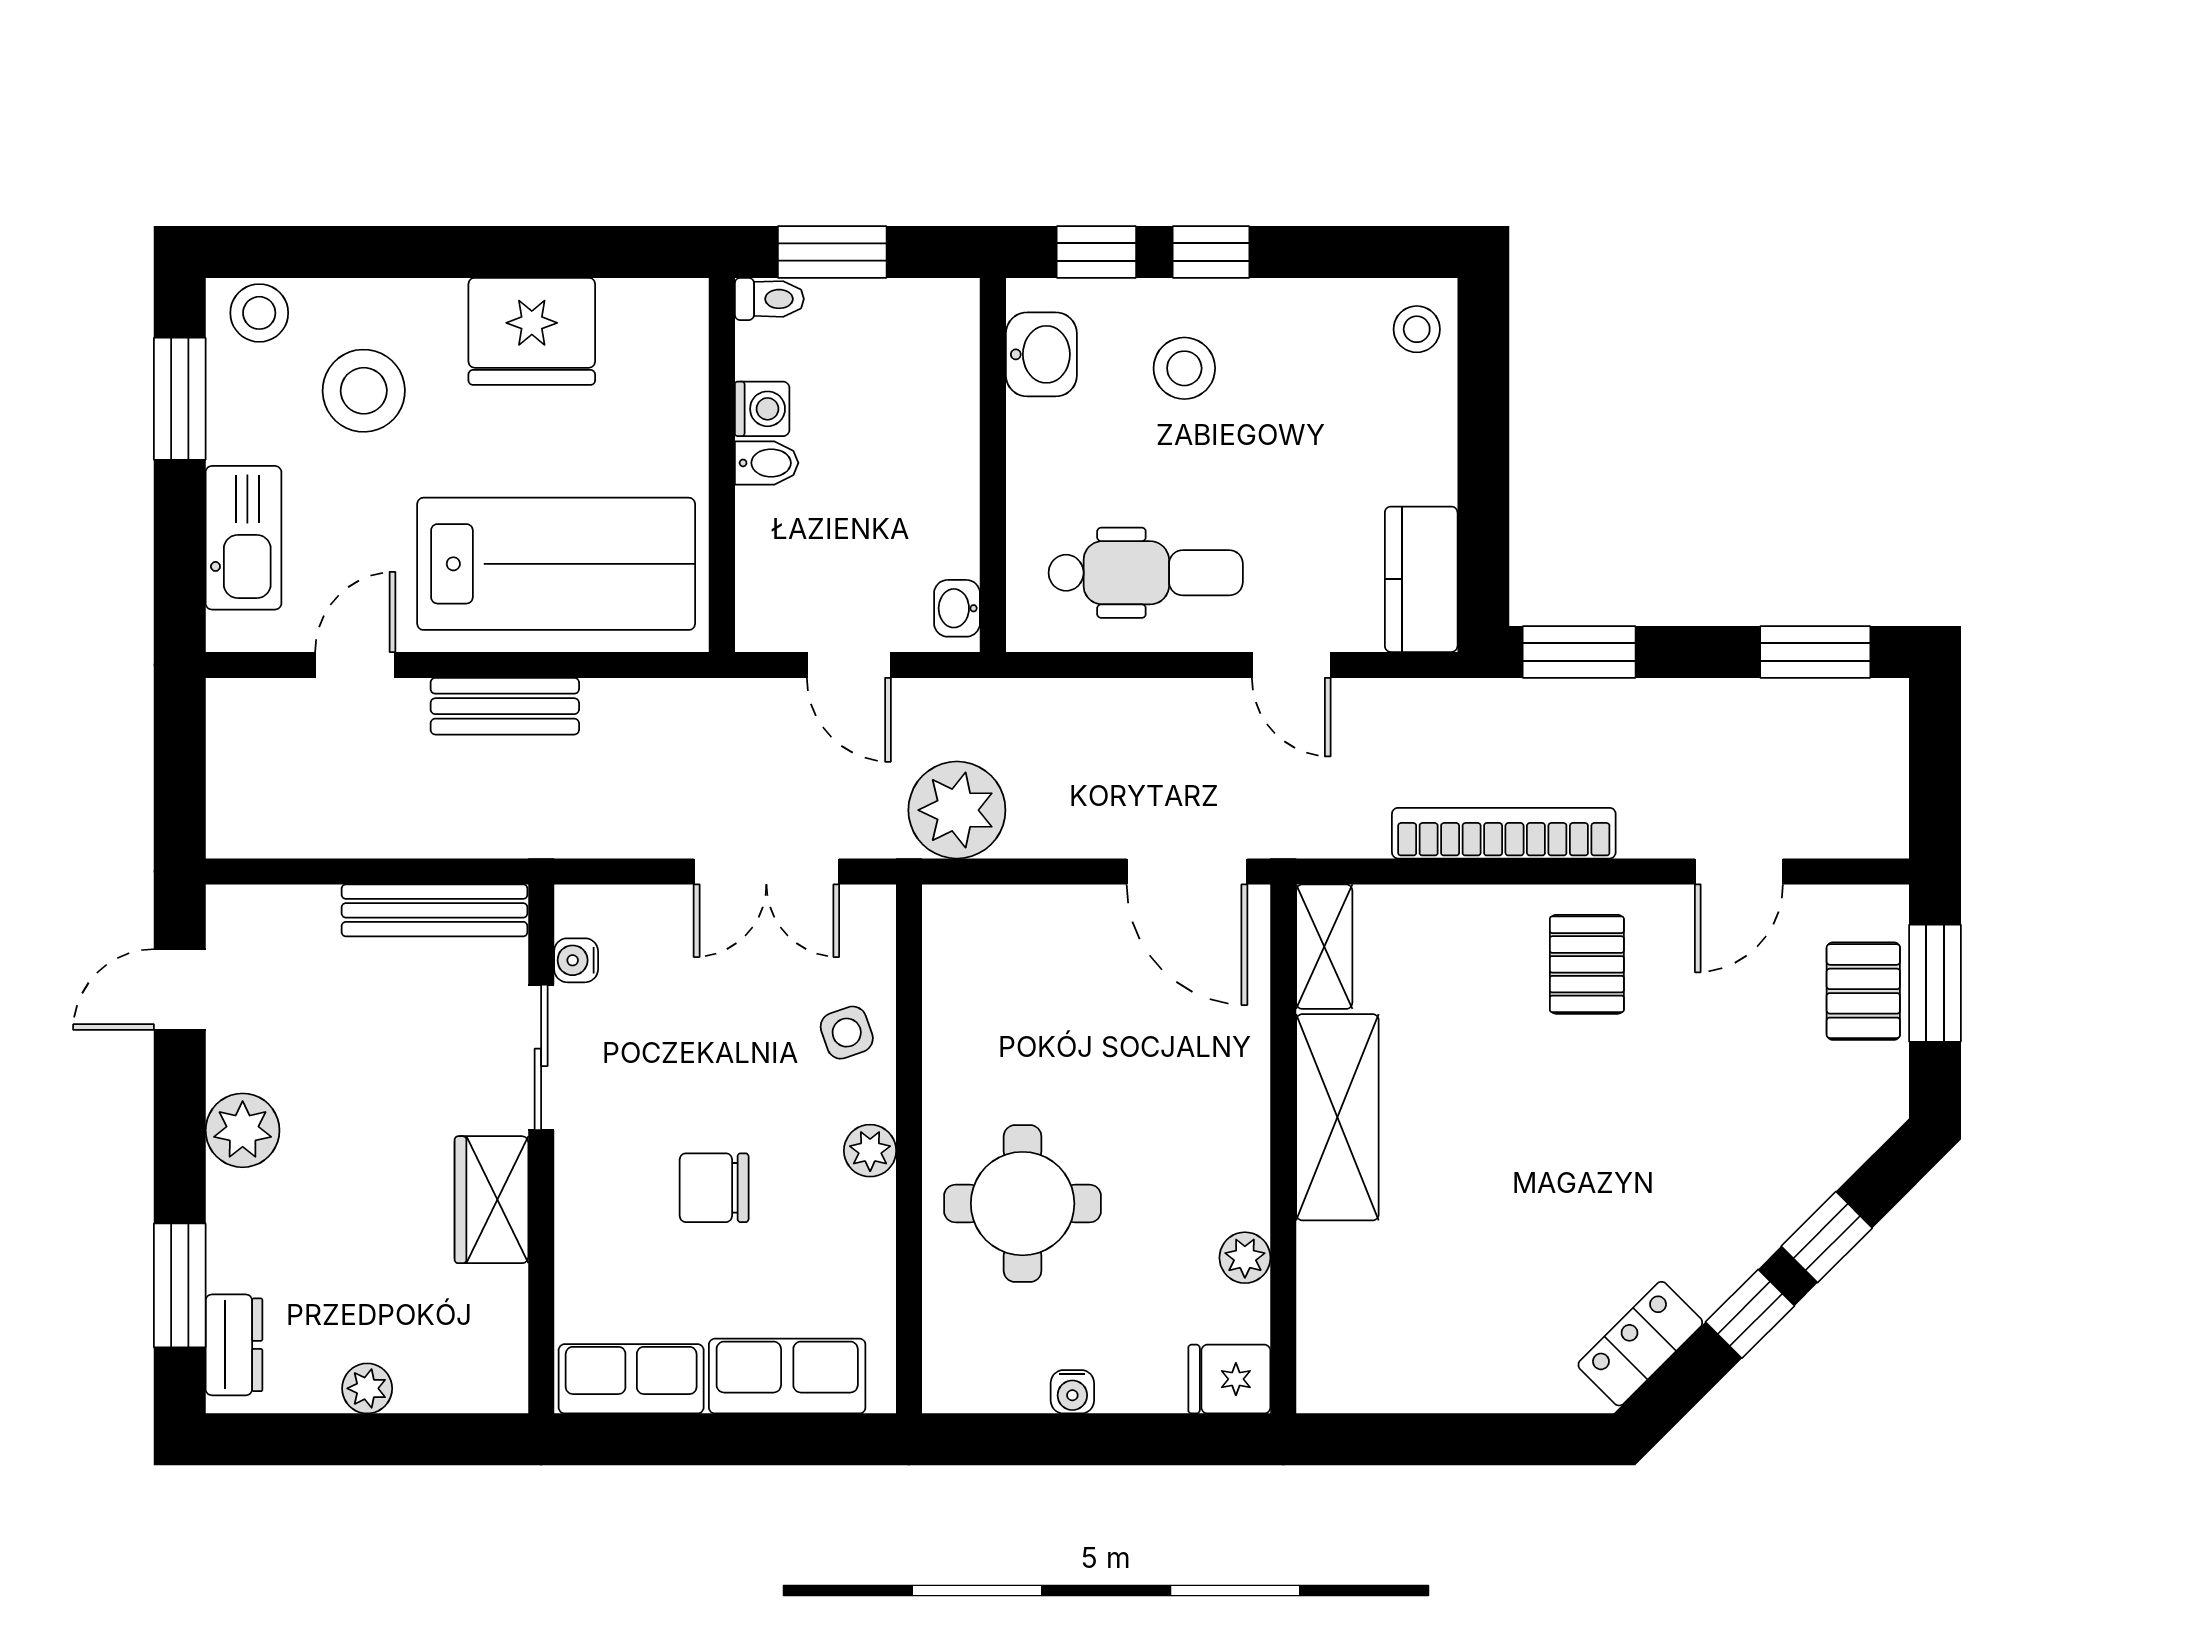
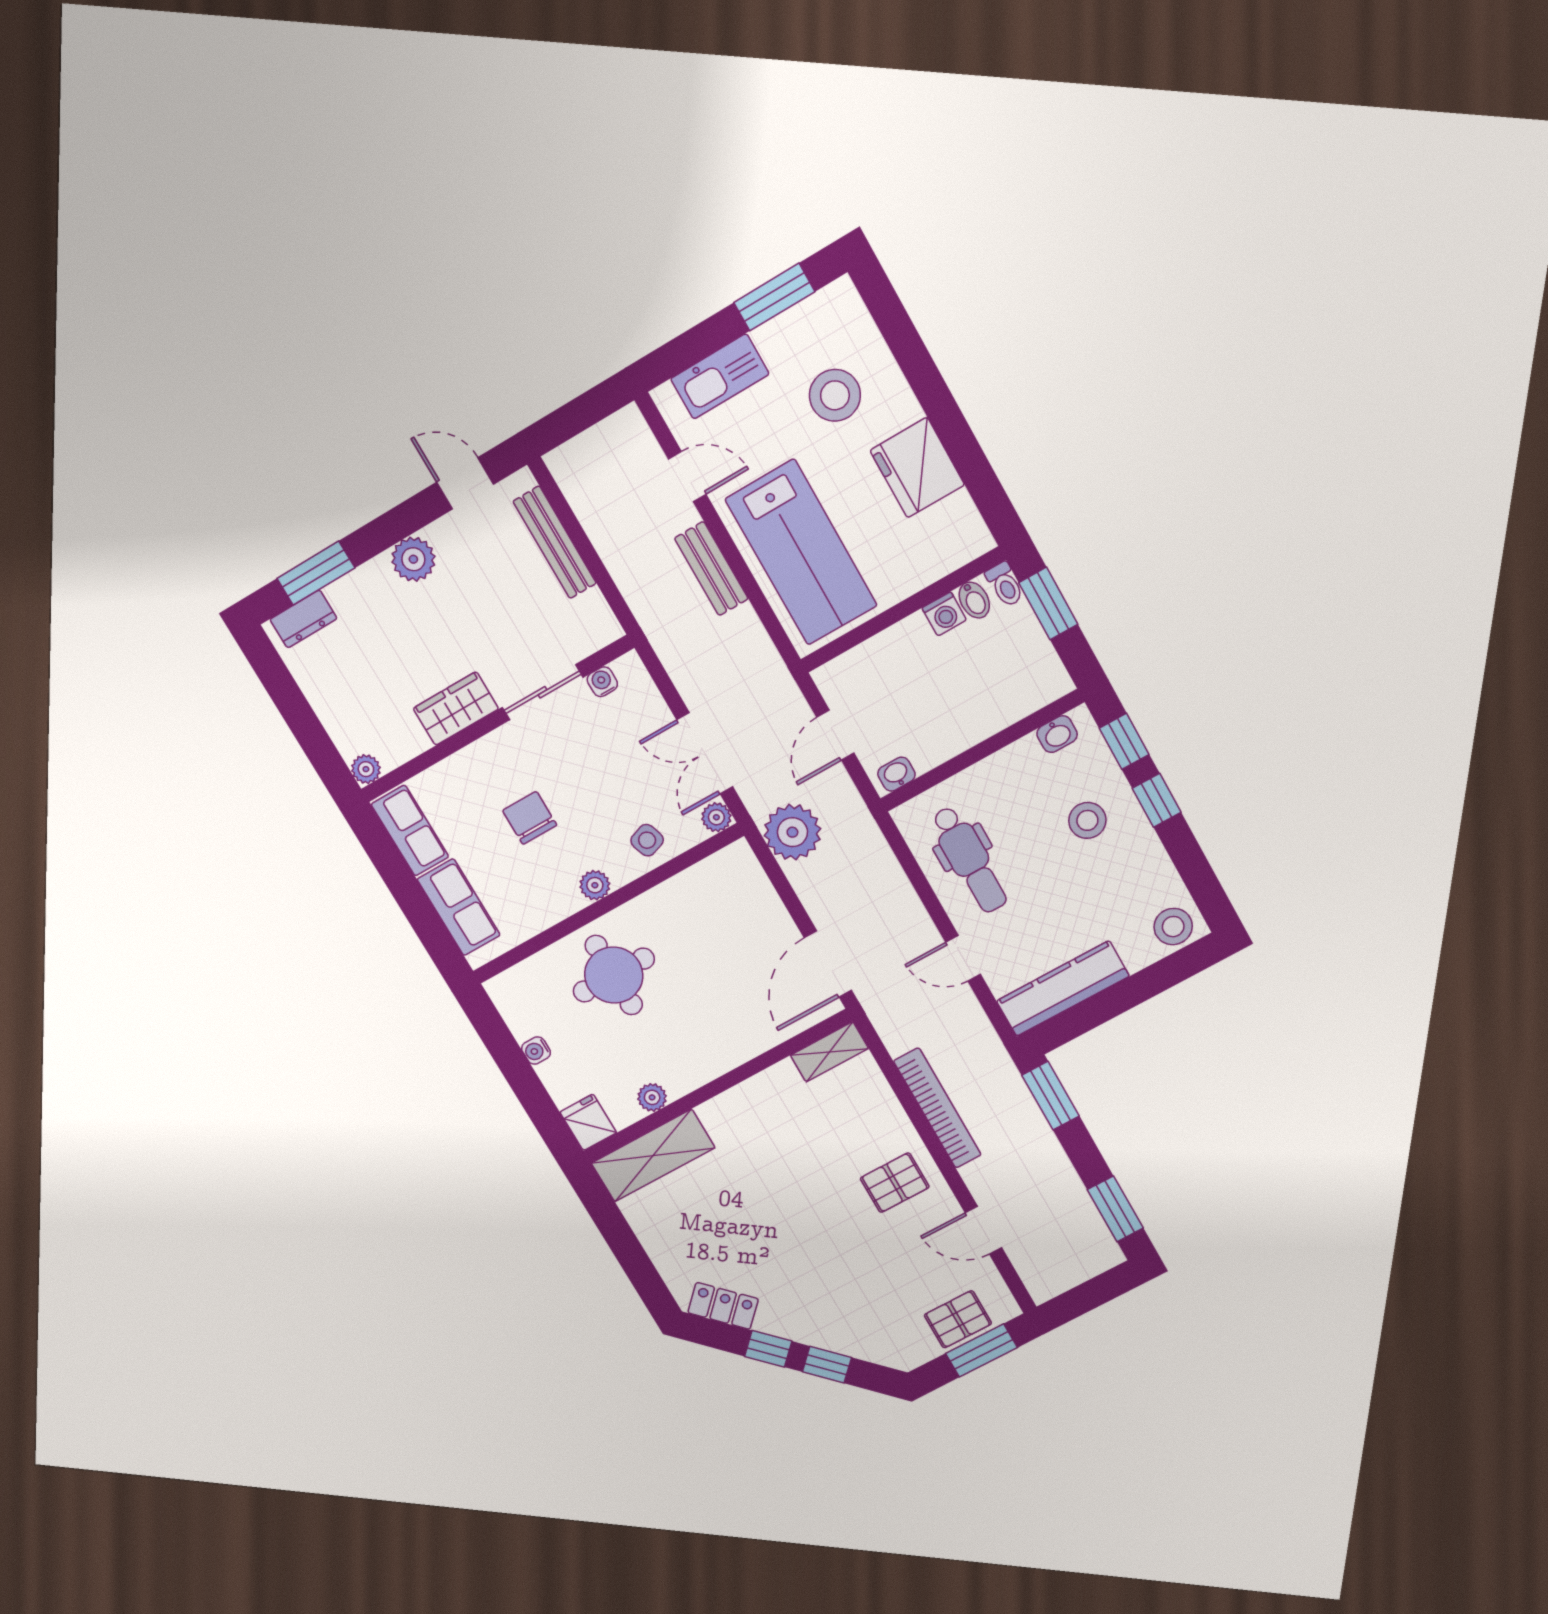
stool: (259, 313) -> (845, 313), removed
stool: (1417, 329) -> (1173, 927), width x1.37, depth x1.37
washbasin: (1041, 354) -> (1057, 734), width x0.72, depth x0.69
bidet: (767, 463) -> (974, 600), moved
kitchen counter: (1421, 579) -> (1063, 989), width x1.50
door: (1291, 665) -> (963, 958), hinge flipped
bench: (435, 910) -> (555, 542), moved
plant: (871, 910) -> (716, 817), added
shelving: (1337, 1117) -> (653, 1155), moved
plant: (367, 1388) -> (366, 769), moved

